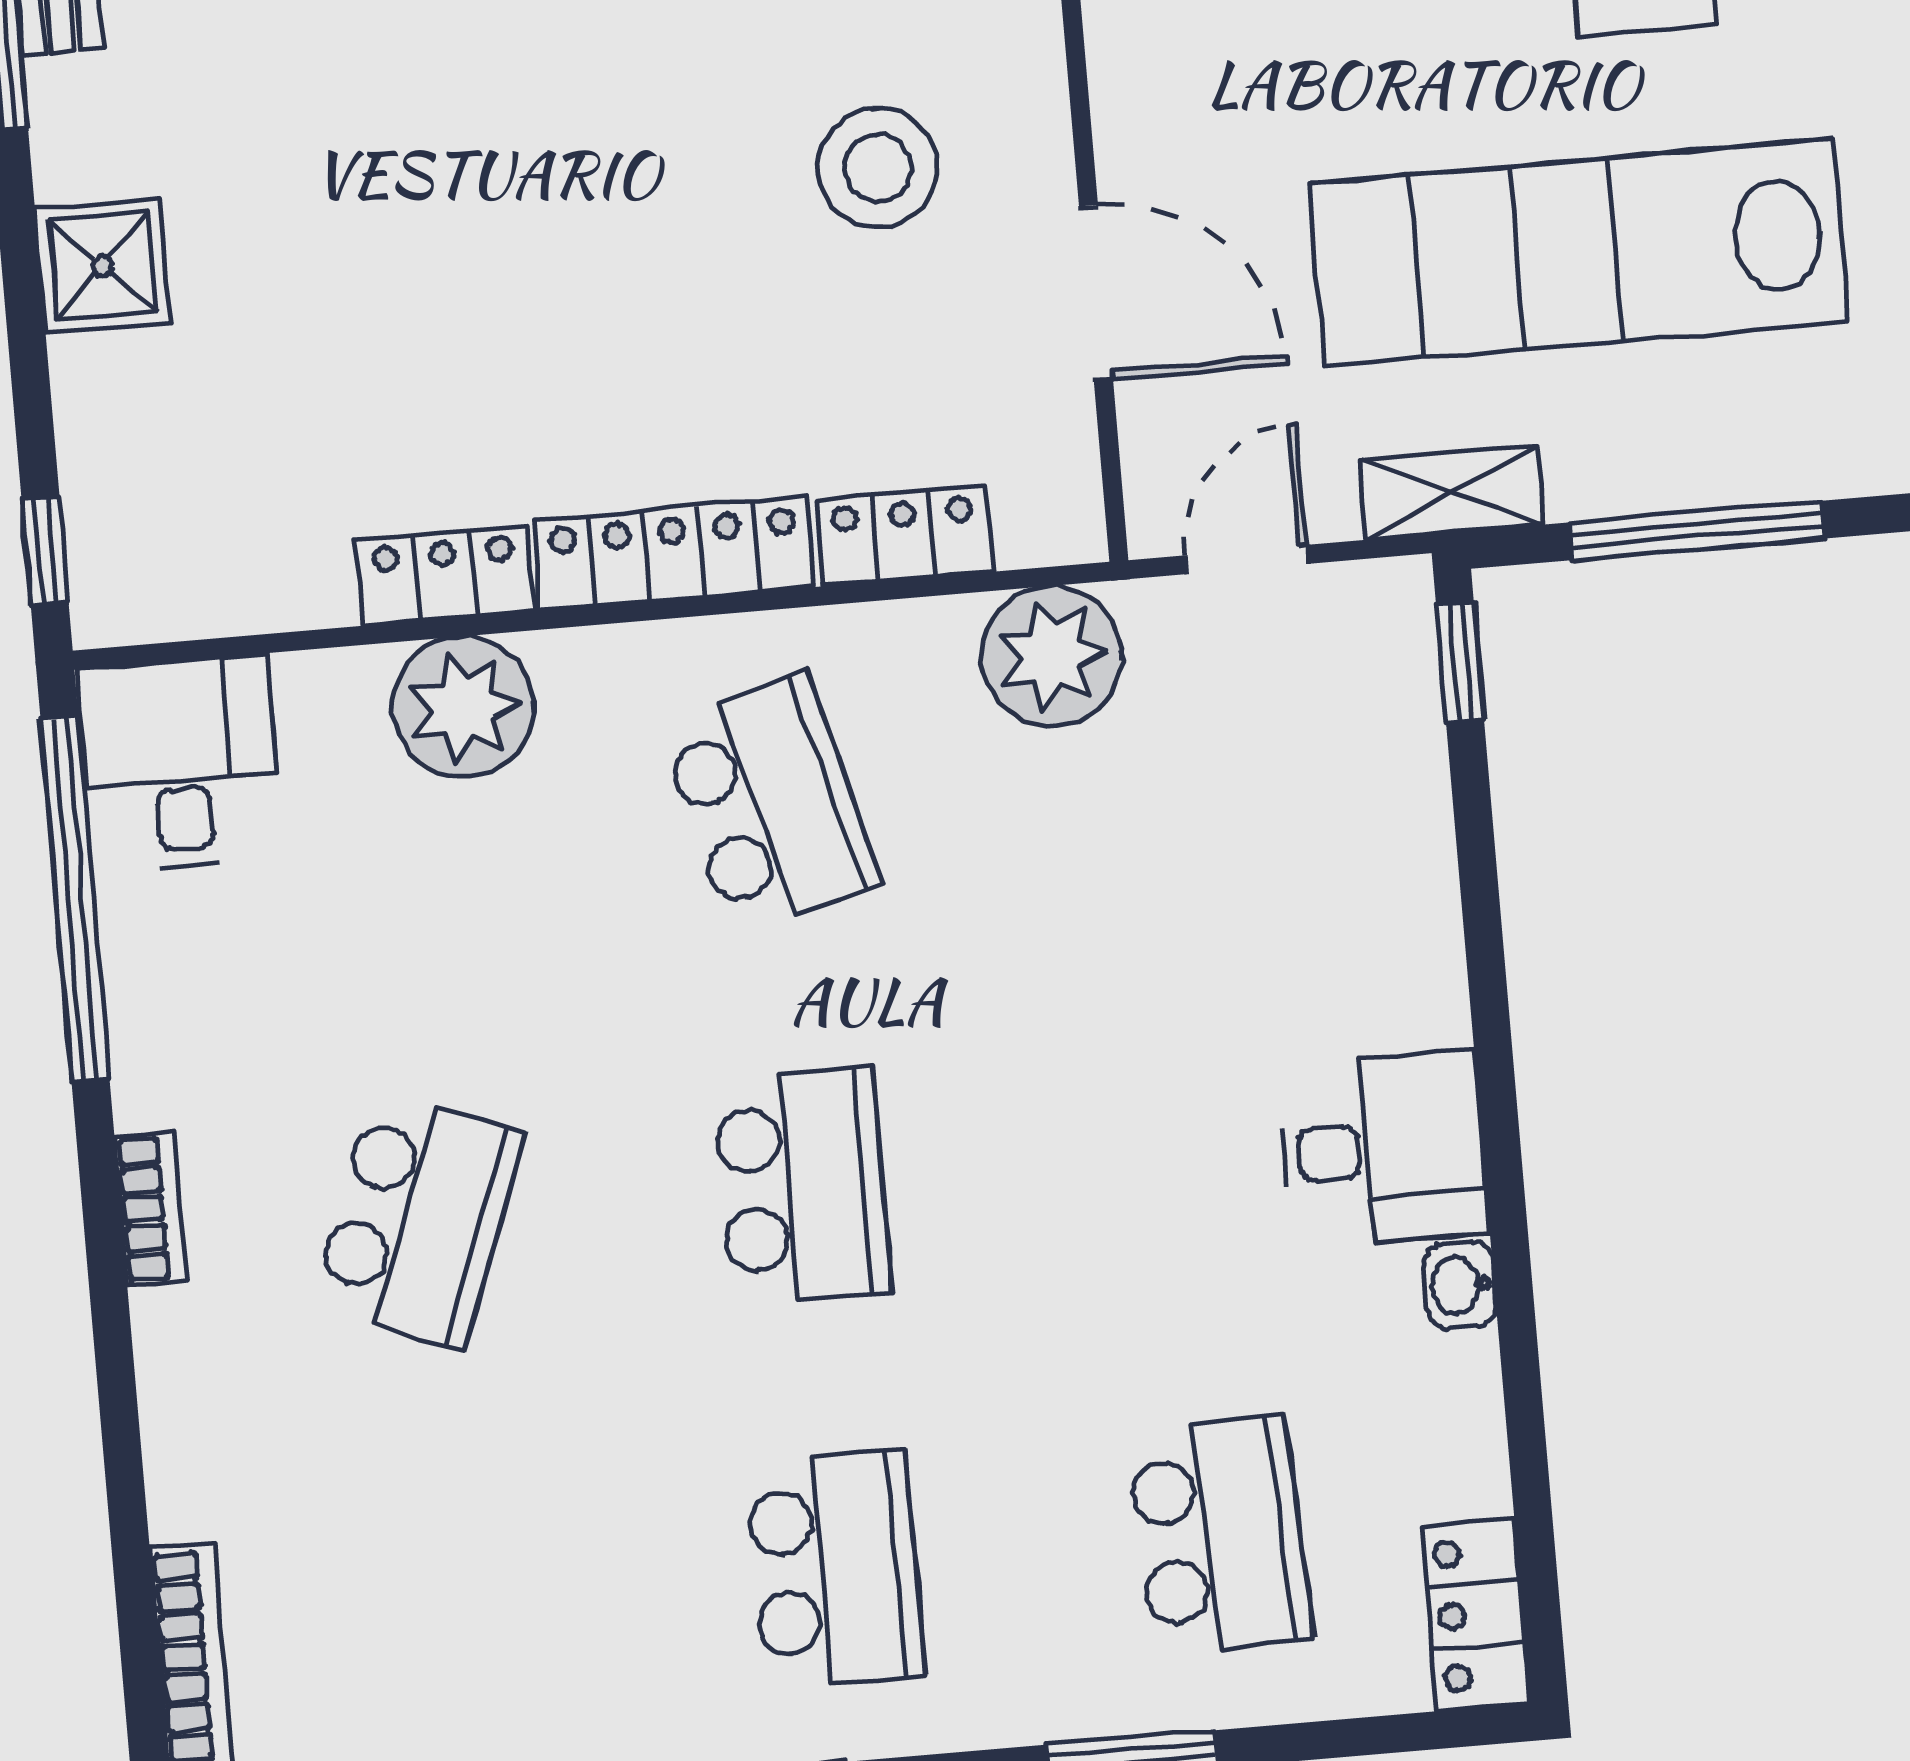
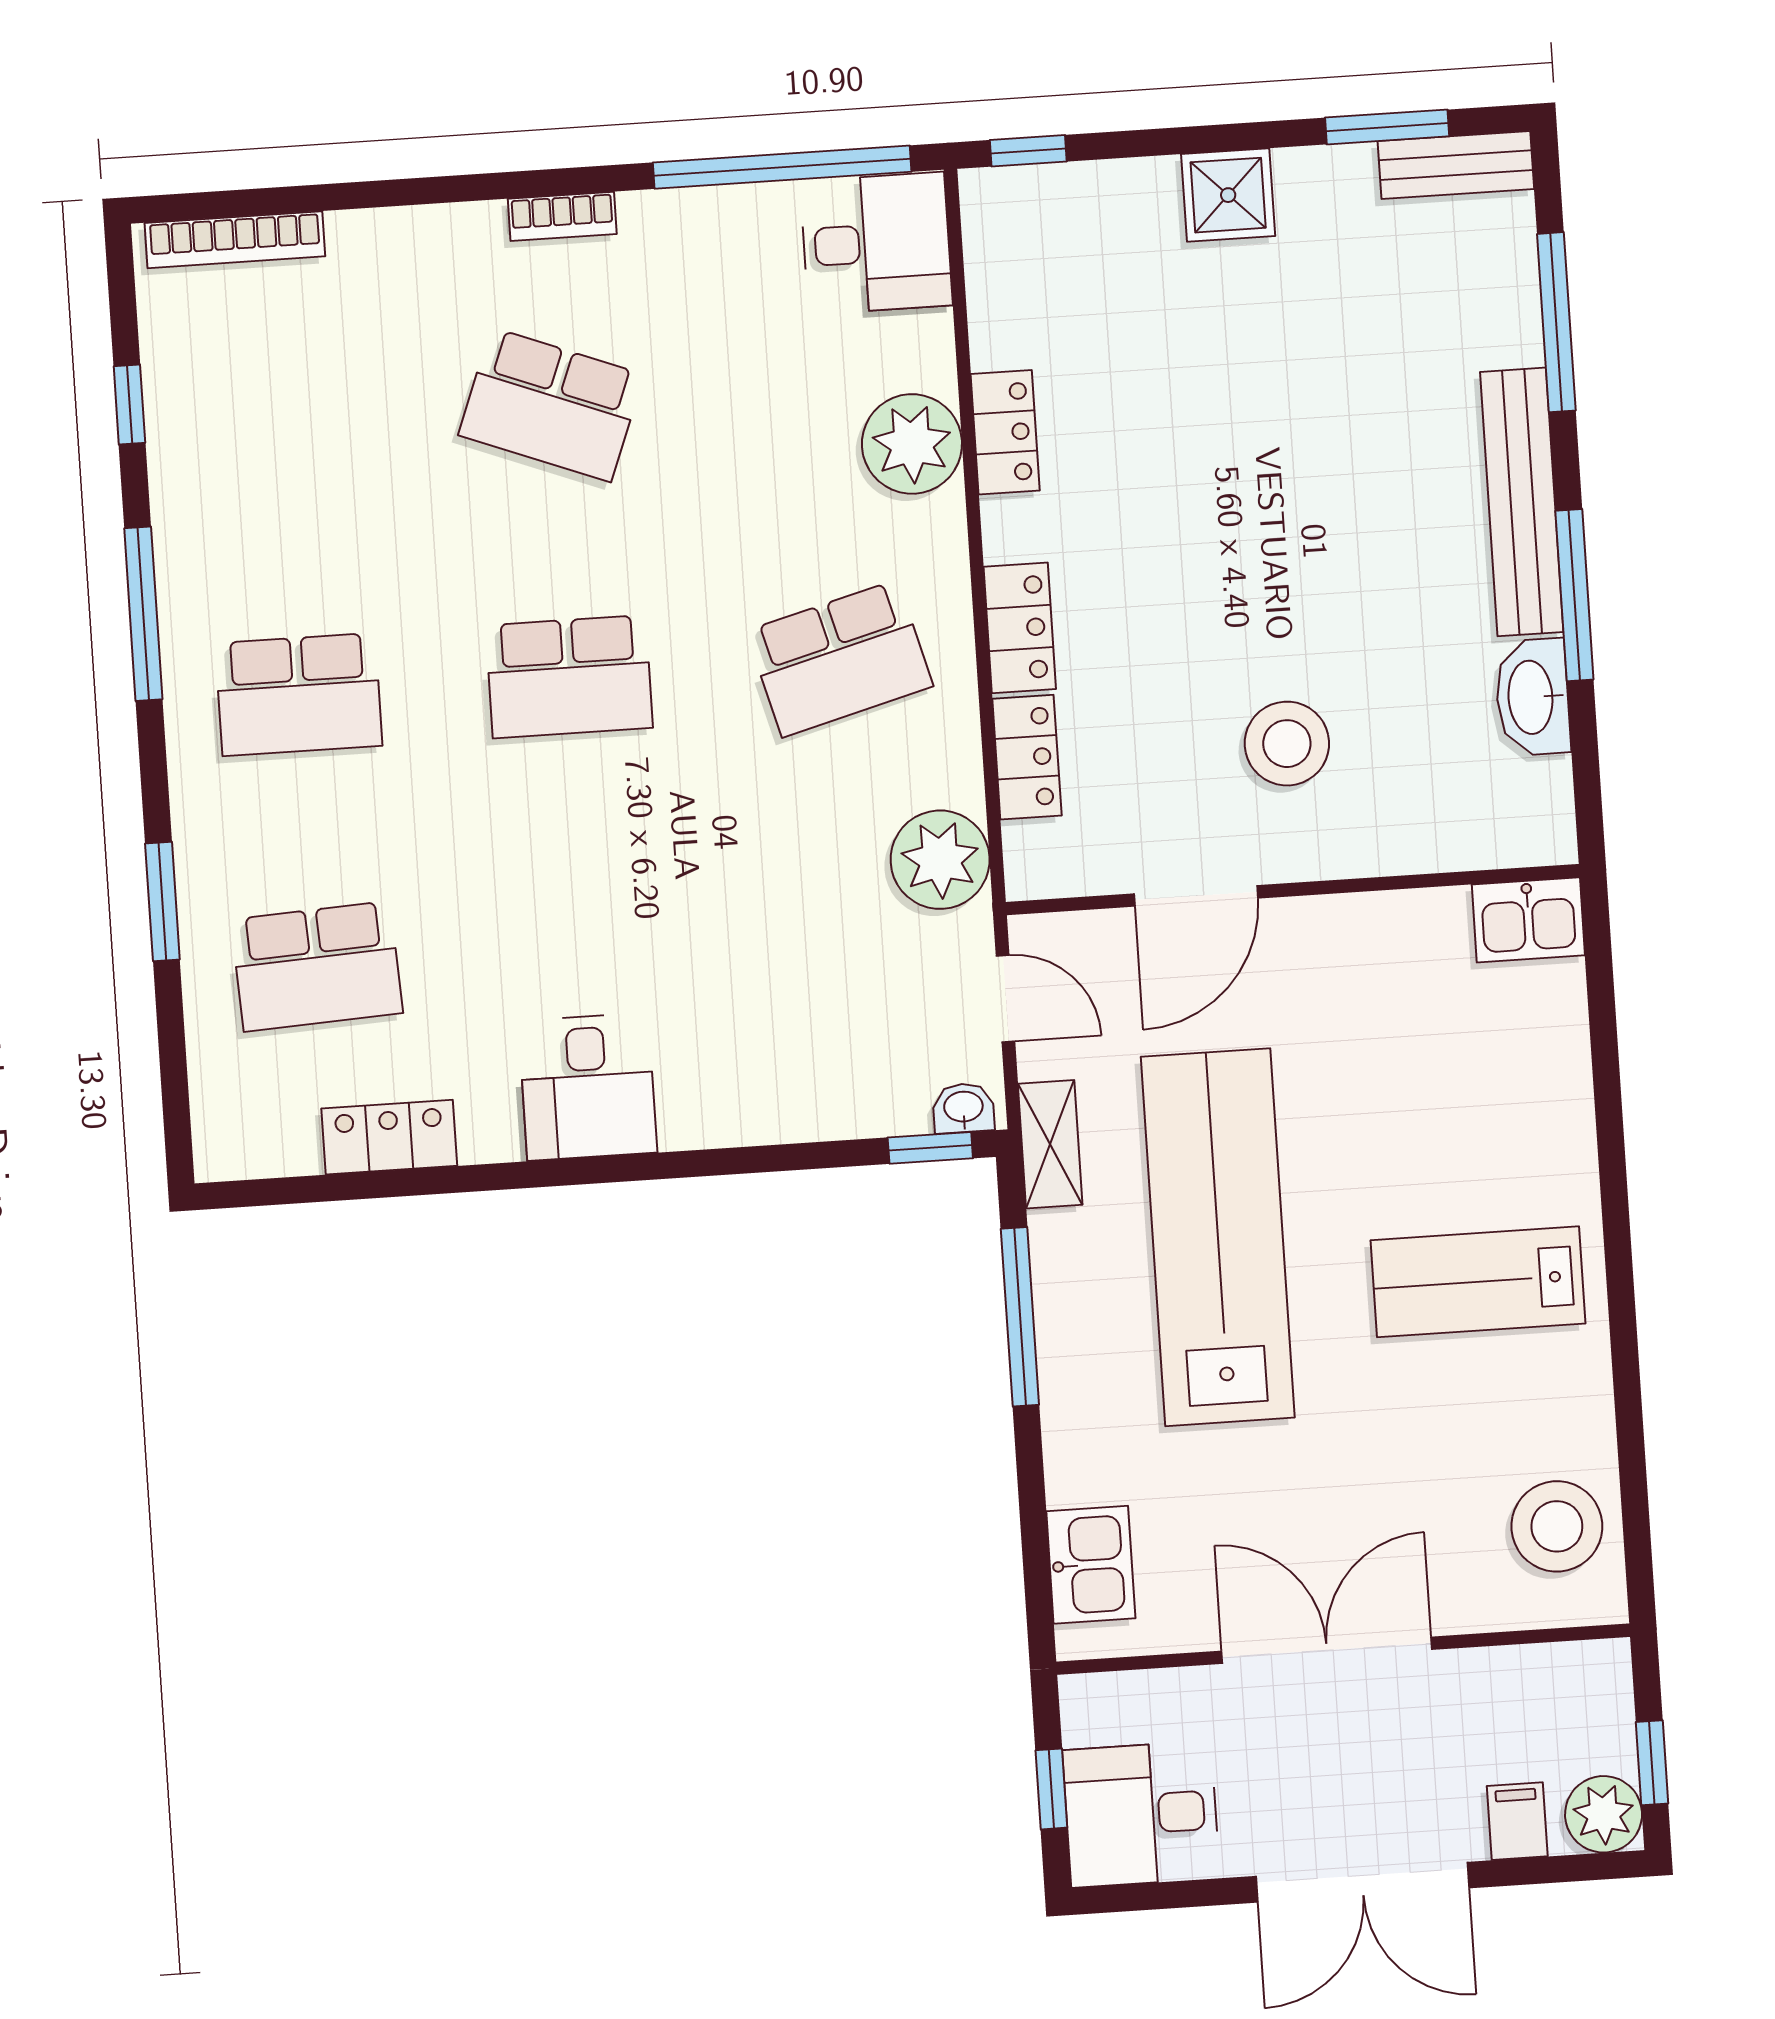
locker: (674, 554) -> (1020, 628), width x0.66
washbasin: (1460, 1285) -> (963, 1108), moved
locker: (1475, 1614) -> (389, 1137), moved

